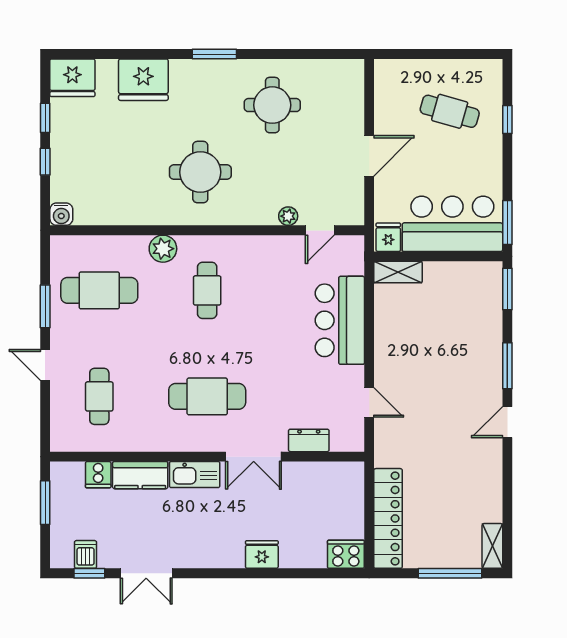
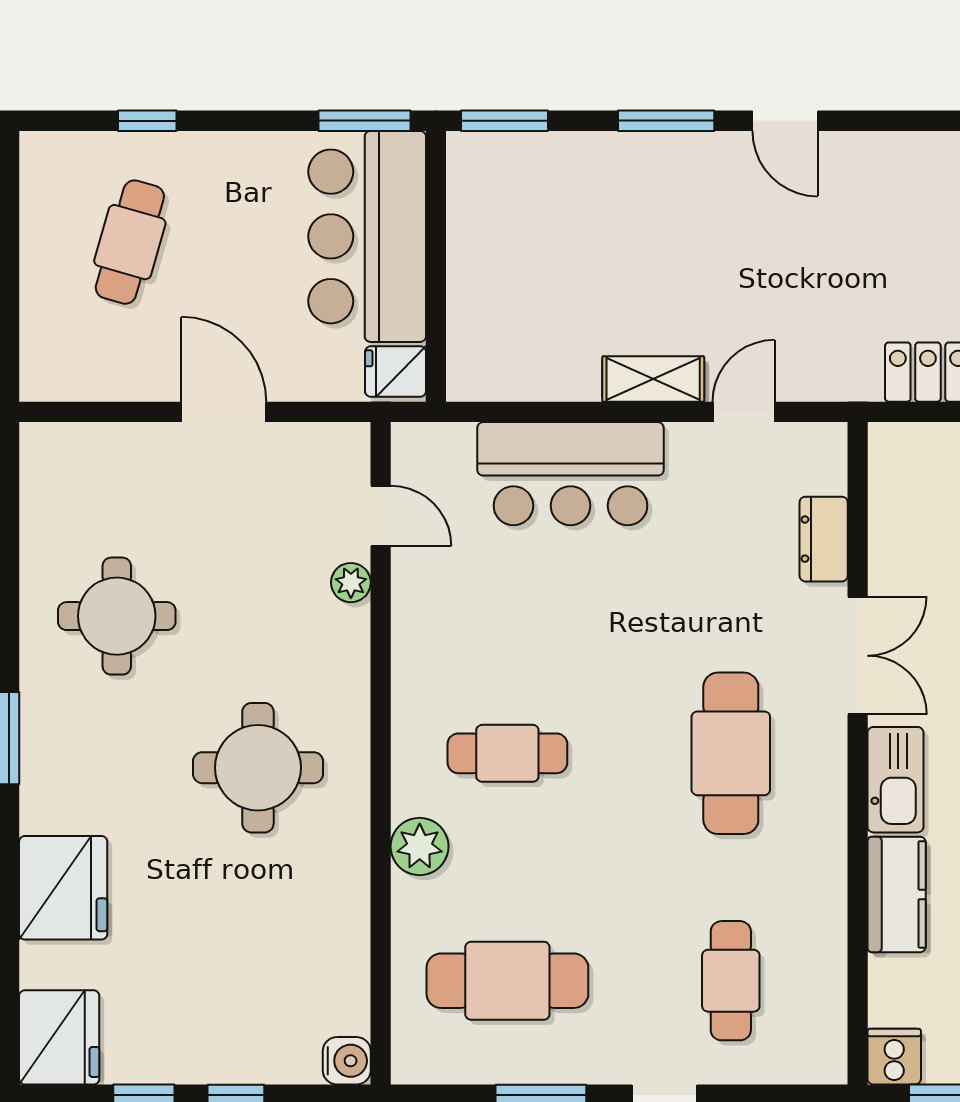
shelving: (398, 272) -> (653, 379), moved, turned 90
cafe table: (99, 290) -> (507, 981), turned 90
cafe table: (99, 396) -> (731, 981), turned 90
cooker: (98, 475) -> (894, 1057), moved, turned -90

